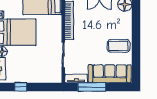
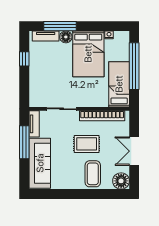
rug: (93, 34) -> (87, 144), added
coffee table: (119, 46) -> (93, 174), moved

